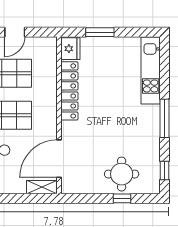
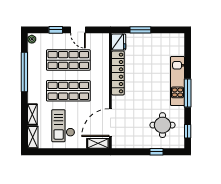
door: (15, 32) -> (78, 30), hinge flipped
kitchen unit: (151, 70) -> (177, 81), moved
round table: (122, 174) -> (163, 125), moved

